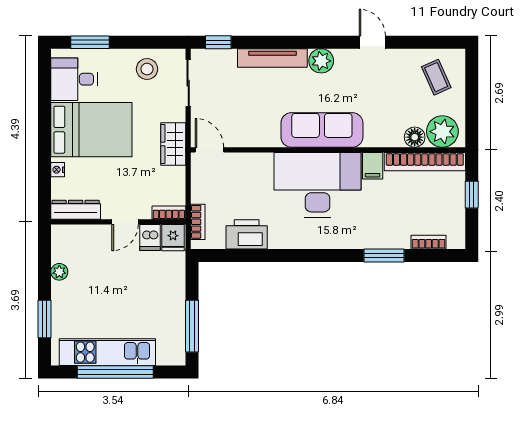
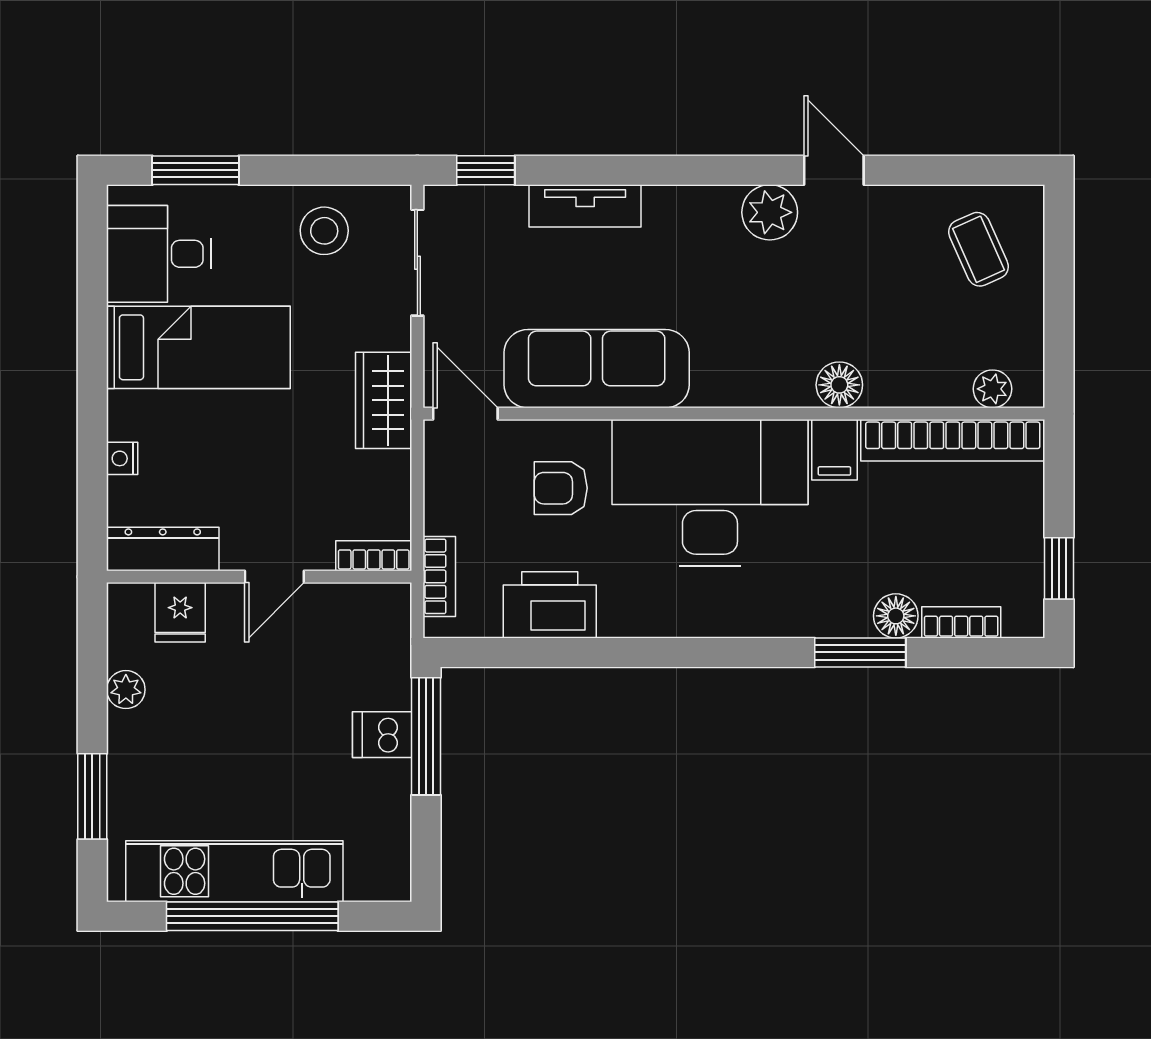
tv unit: (272, 58) -> (585, 206), width x0.71
plant: (321, 61) -> (770, 212), moved
bed: (91, 130) -> (198, 347), width x0.67
sofa: (322, 130) -> (597, 369), moved
plant: (442, 132) -> (992, 389), width x0.53, depth x0.53
floor lamp: (415, 137) -> (839, 385), moved
armchair: (252, 183) -> (561, 488), added
window: (472, 195) -> (1059, 568), moved
dishwasher: (150, 238) -> (382, 735), moved, turned 90
fridge: (173, 238) -> (180, 612), moved
floor lamp: (400, 239) -> (896, 616), added
window: (192, 326) -> (426, 736), moved

